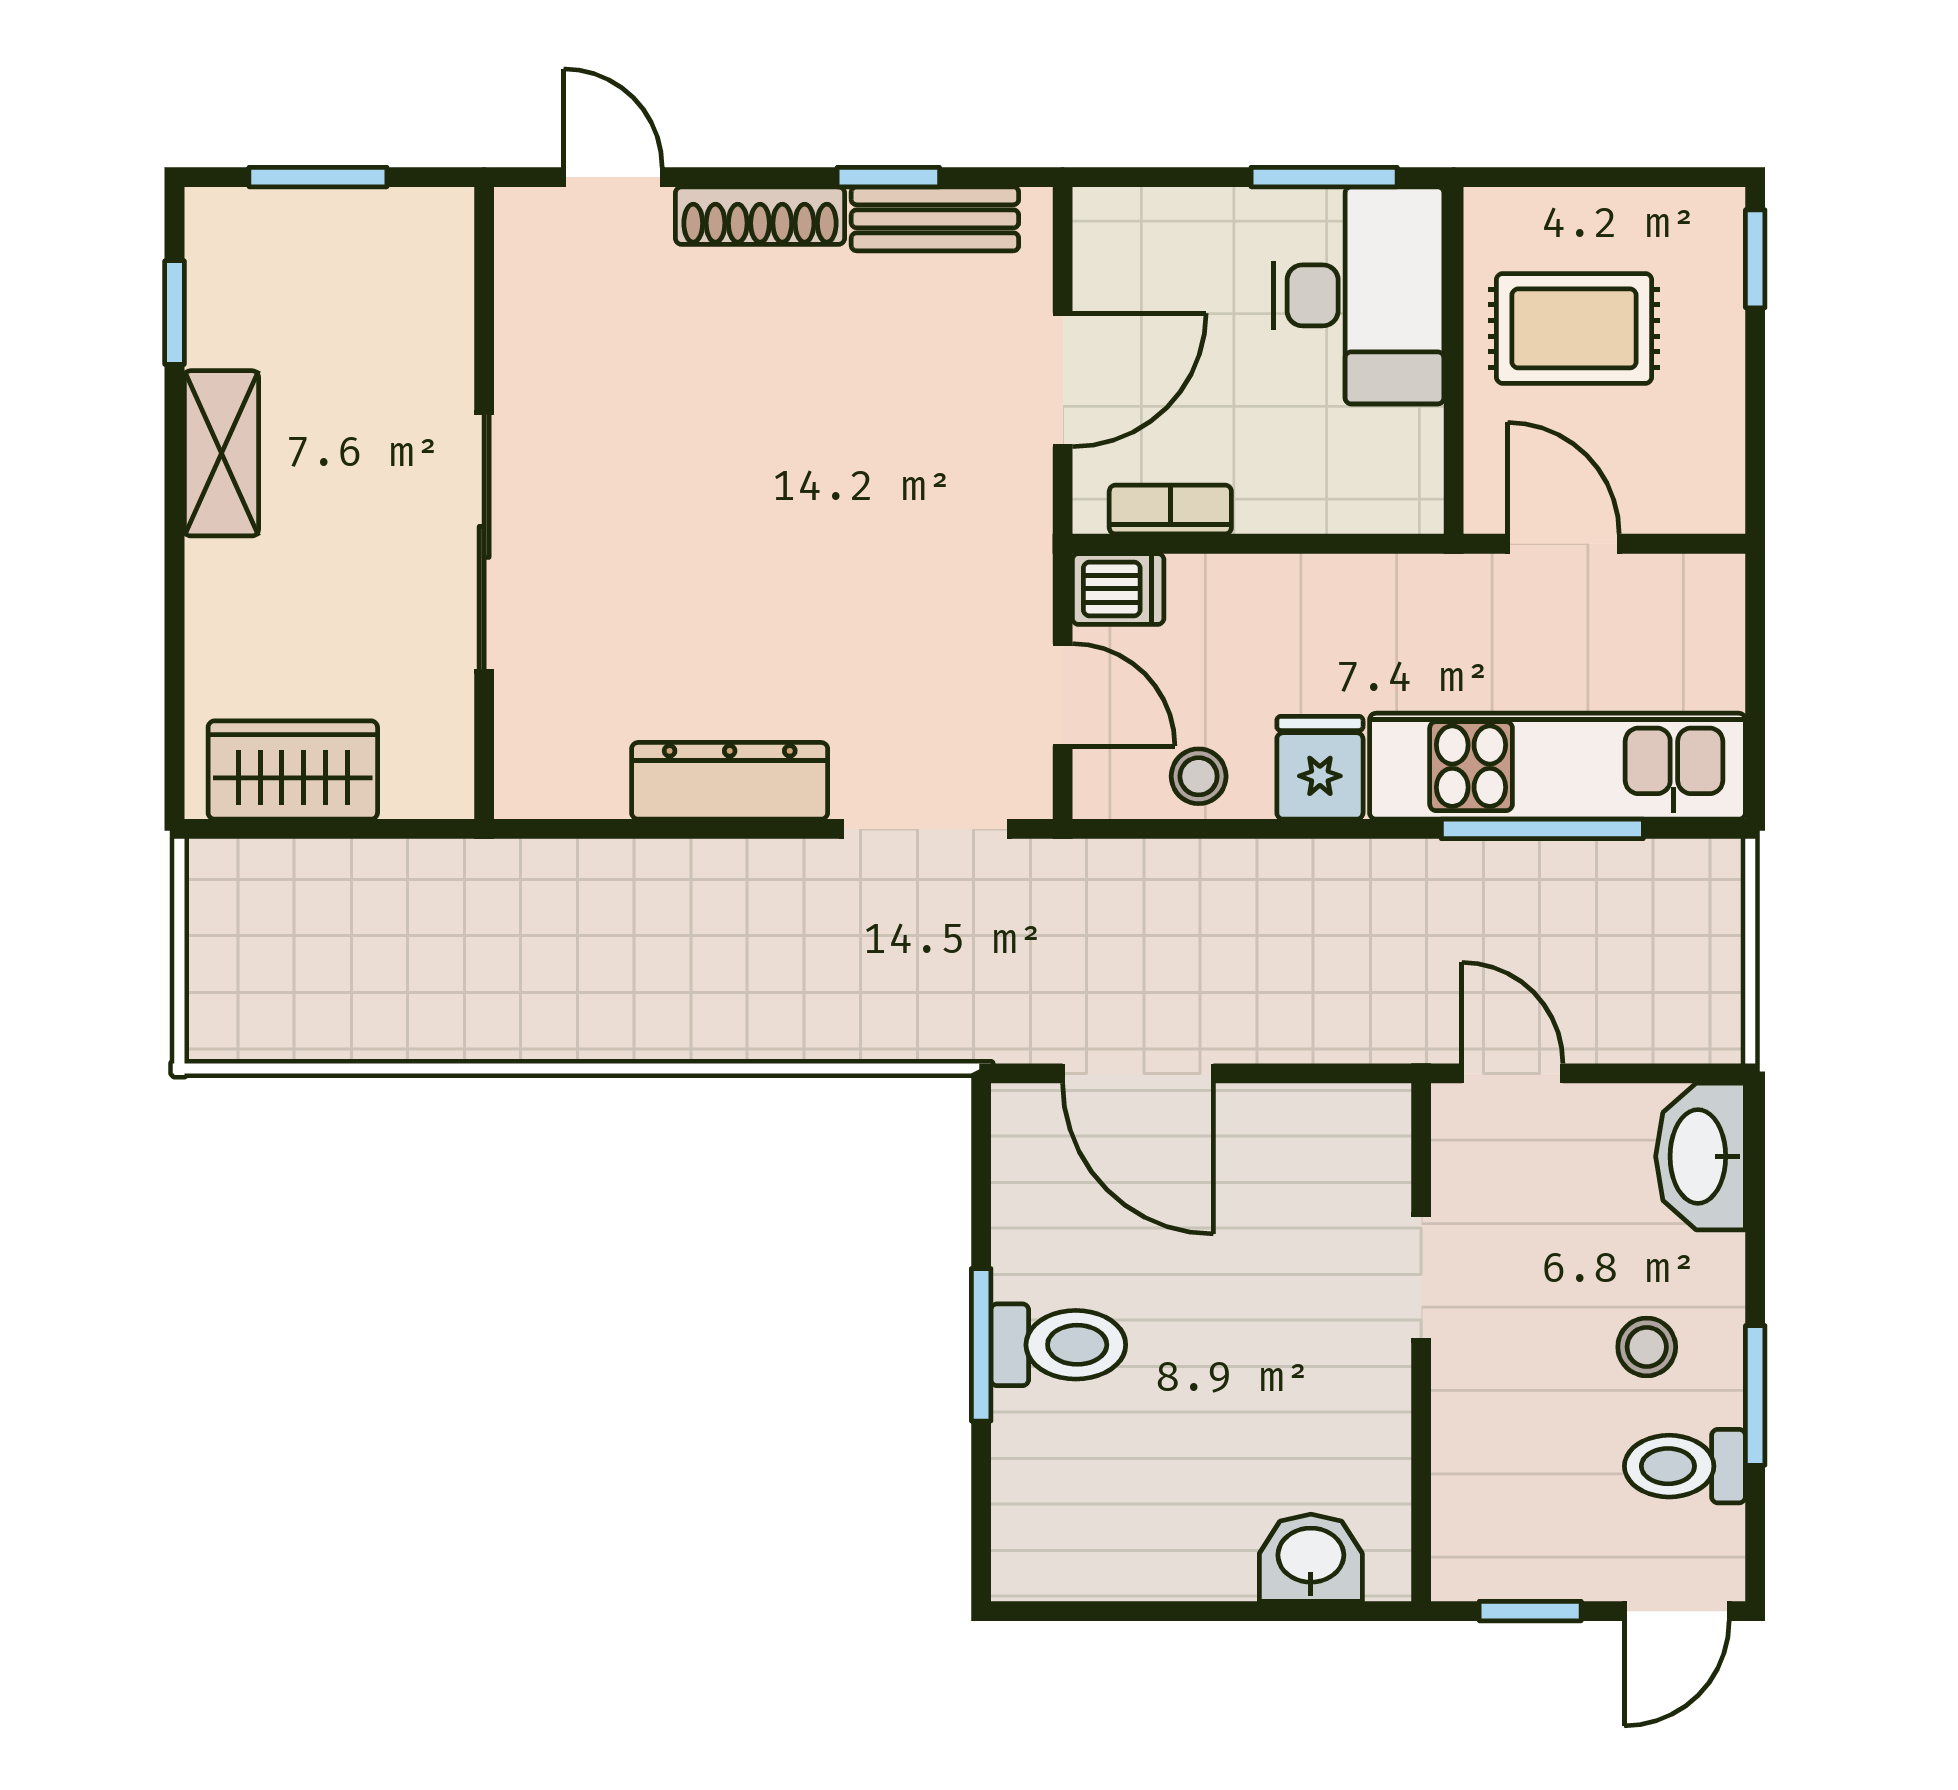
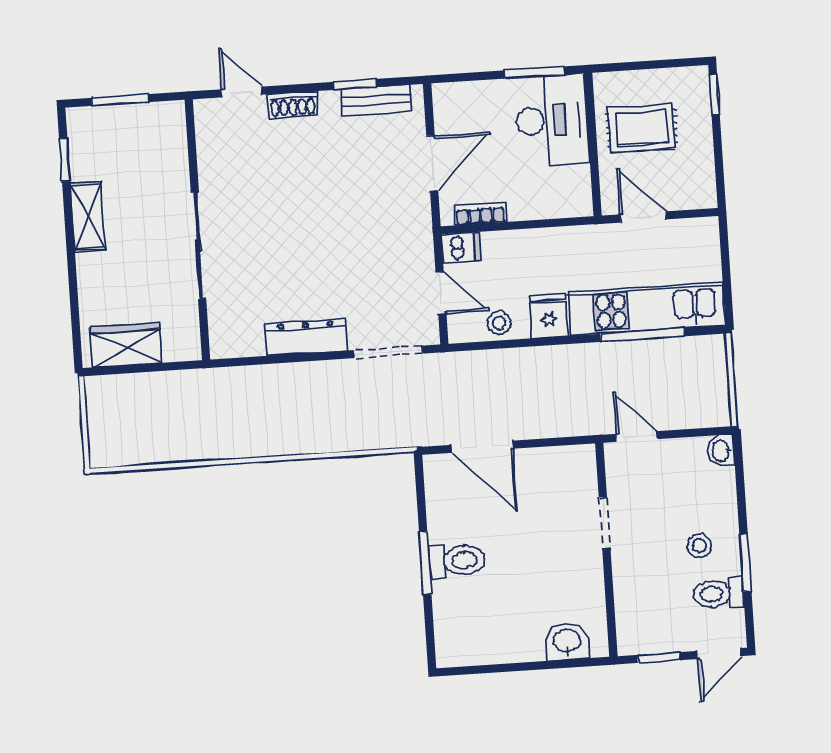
shoe rack: (760, 216) -> (293, 105), width x0.70
washbasin: (1701, 1156) -> (721, 451), width x0.52, depth x0.69

